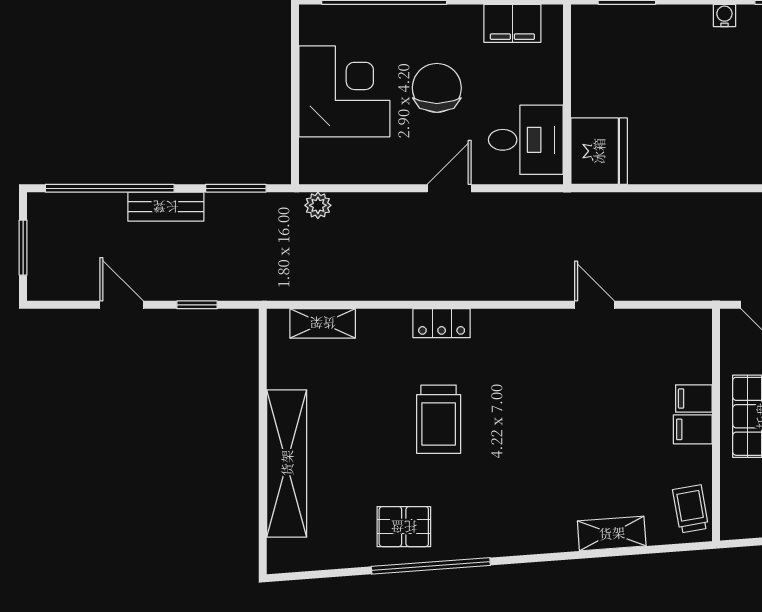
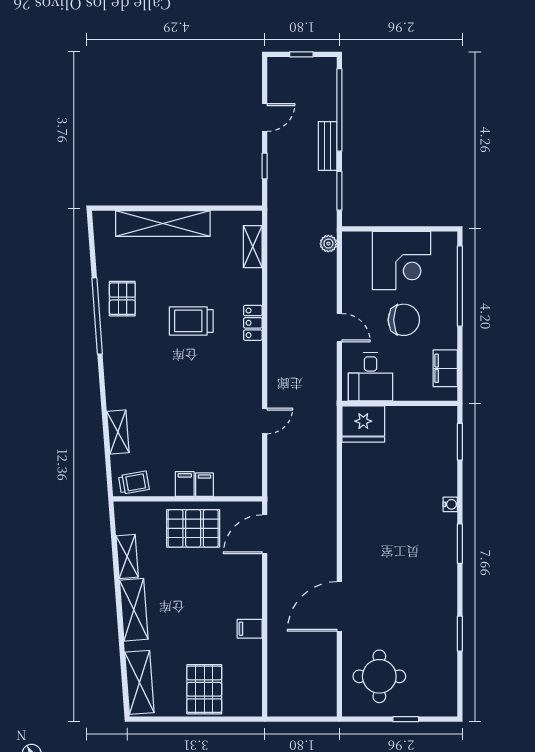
window: (23, 248) -> (301, 54), width x0.67

